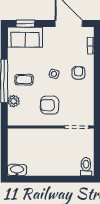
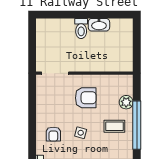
toilet: (86, 167) -> (81, 29), moved
washbasin: (17, 170) -> (99, 25), moved

